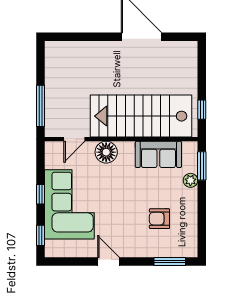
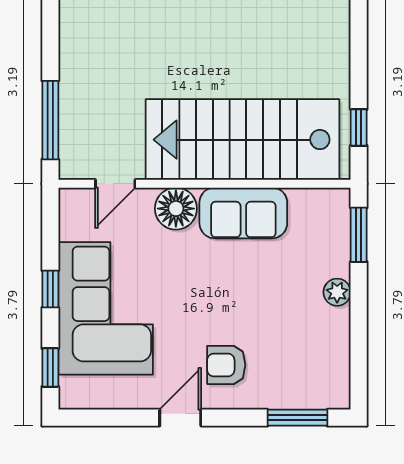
sofa: (158, 154) -> (243, 213), moved
plant: (190, 180) -> (337, 292), moved
armchair: (159, 219) -> (226, 365), moved
door: (108, 262) -> (180, 418), hinge flipped

